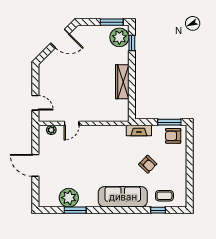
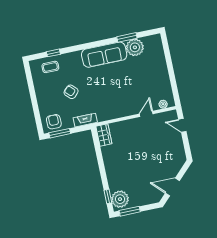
wardrobe: (122, 82) -> (104, 135), moved, width x0.67
armchair: (173, 136) -> (54, 122), turned -90
door: (35, 165) -> (171, 70), removed
sofa: (123, 197) -> (104, 55), moved

